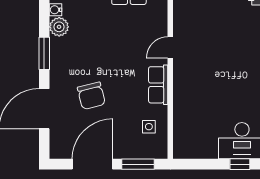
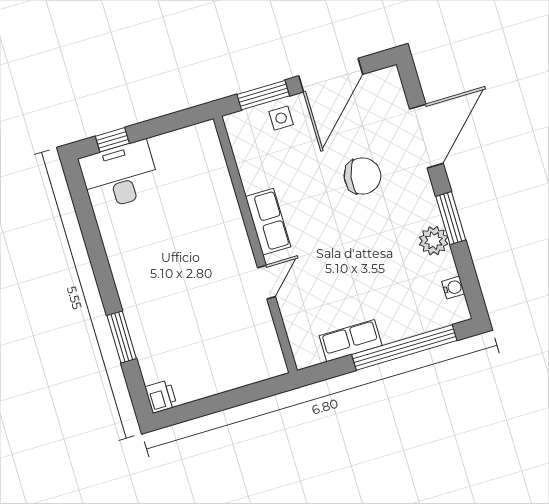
plant: (59, 27) -> (434, 241), moved
chair: (91, 96) -> (362, 176), turned 114
side table: (149, 127) -> (281, 118), moved

